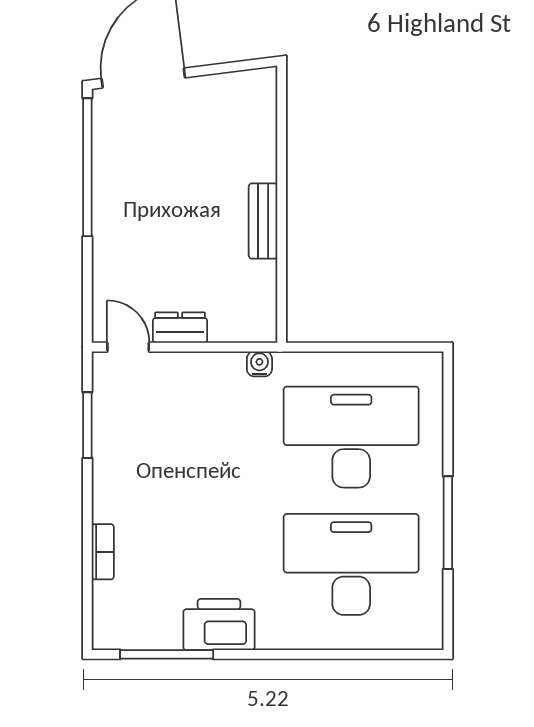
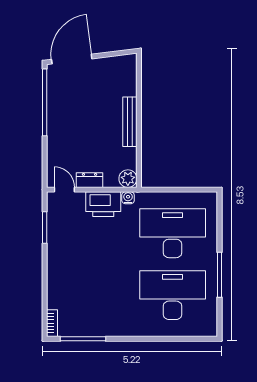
bench: (263, 221) -> (130, 122), width x1.36
plant: (259, 324) -> (128, 179), added
bookcase: (103, 552) -> (52, 323), moved
printer: (219, 625) -> (103, 204), moved, turned 180

